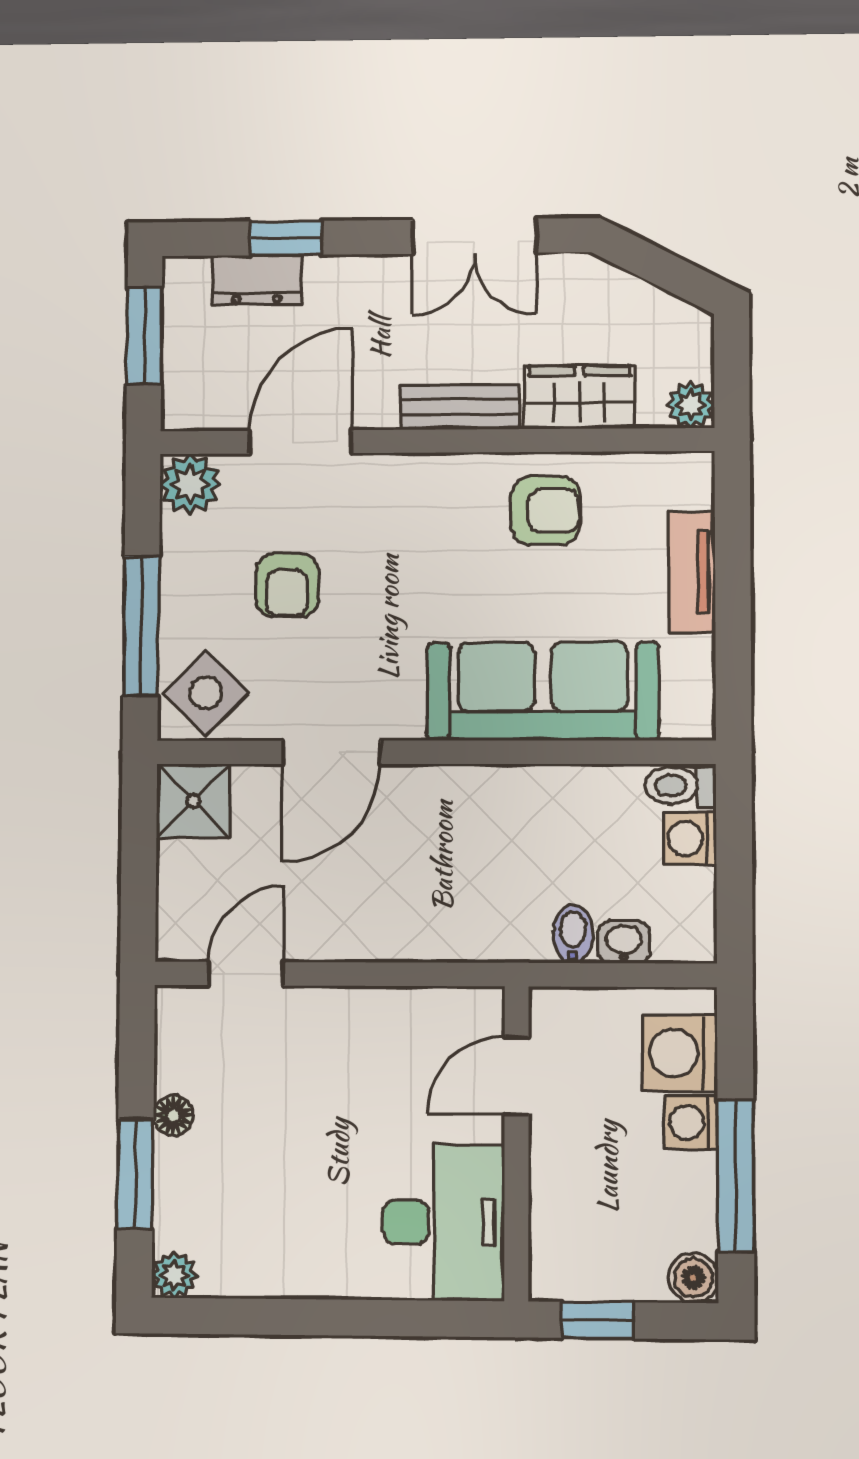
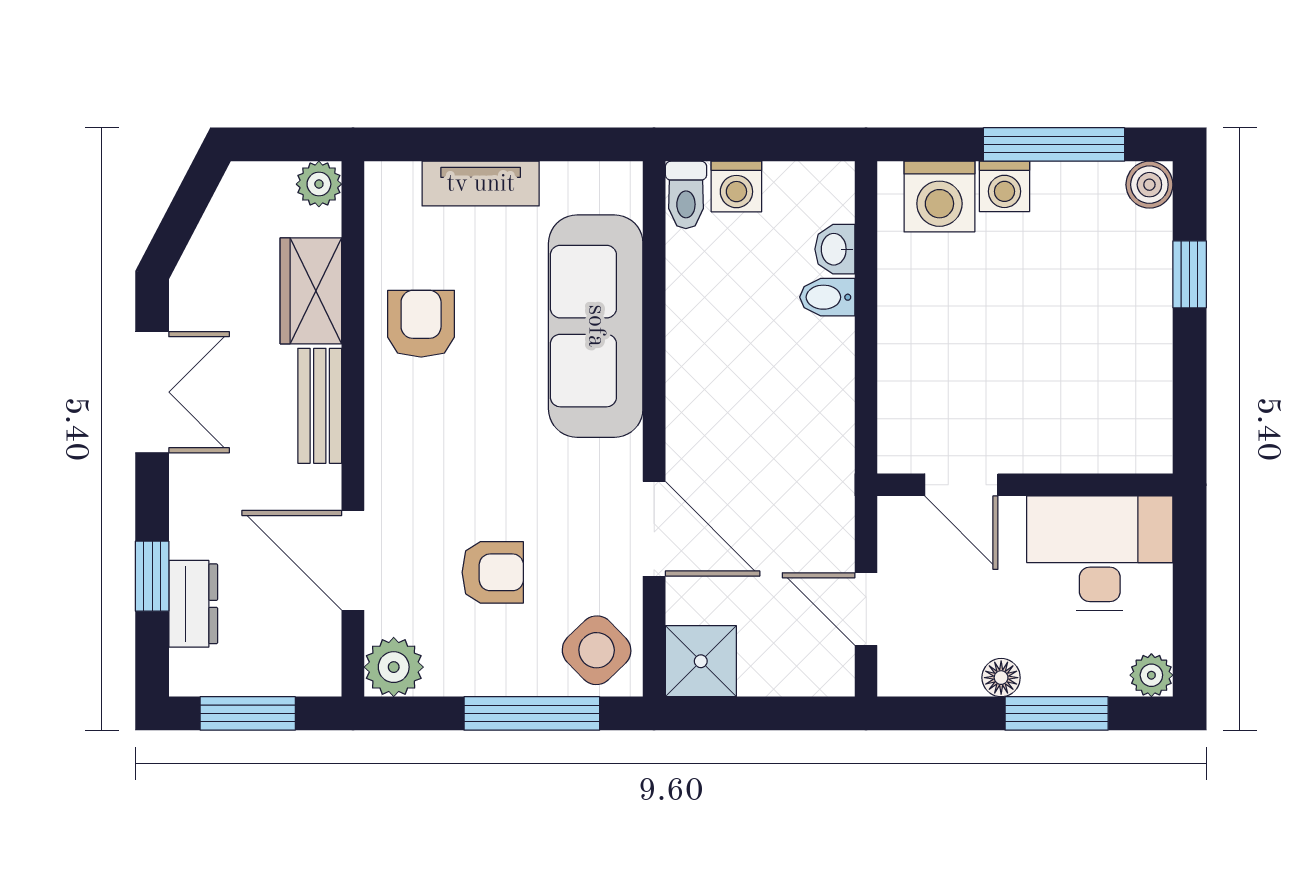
door: (516, 1075) -> (961, 485), moved
wall: (516, 1143) -> (1025, 485), moved
desk: (444, 1222) -> (1100, 553), moved

